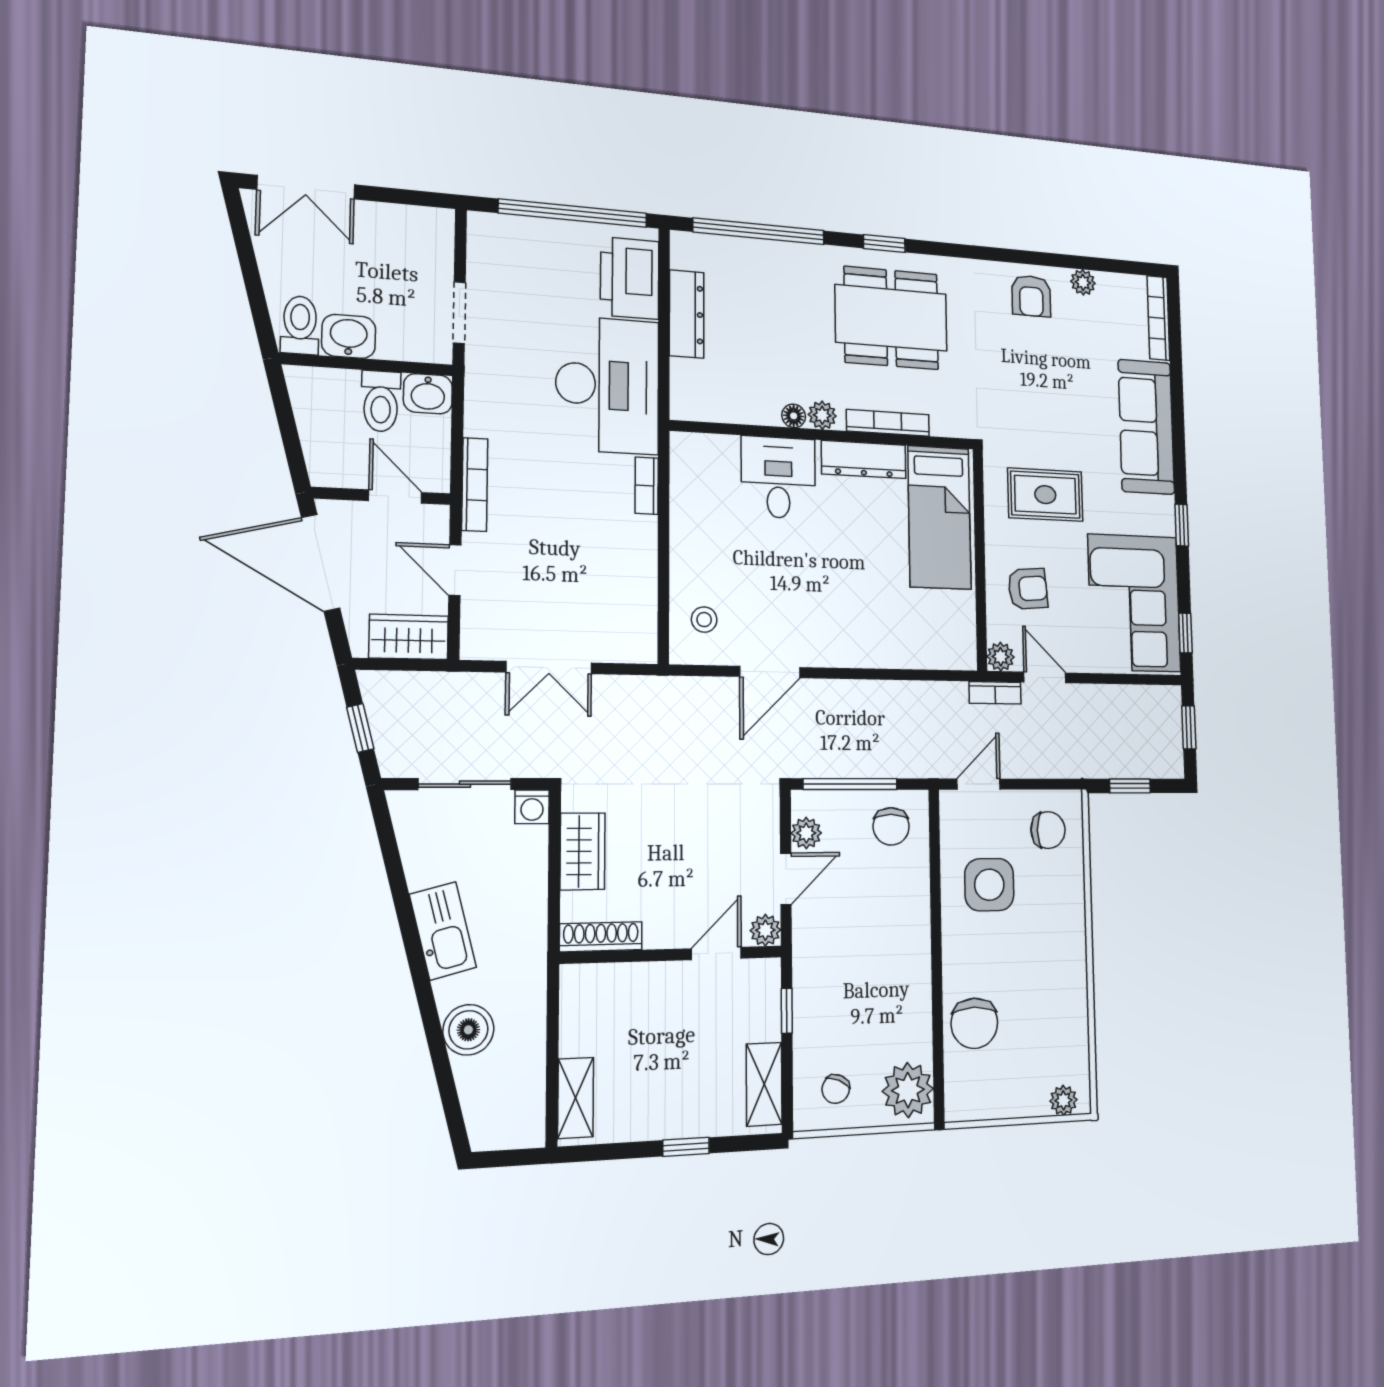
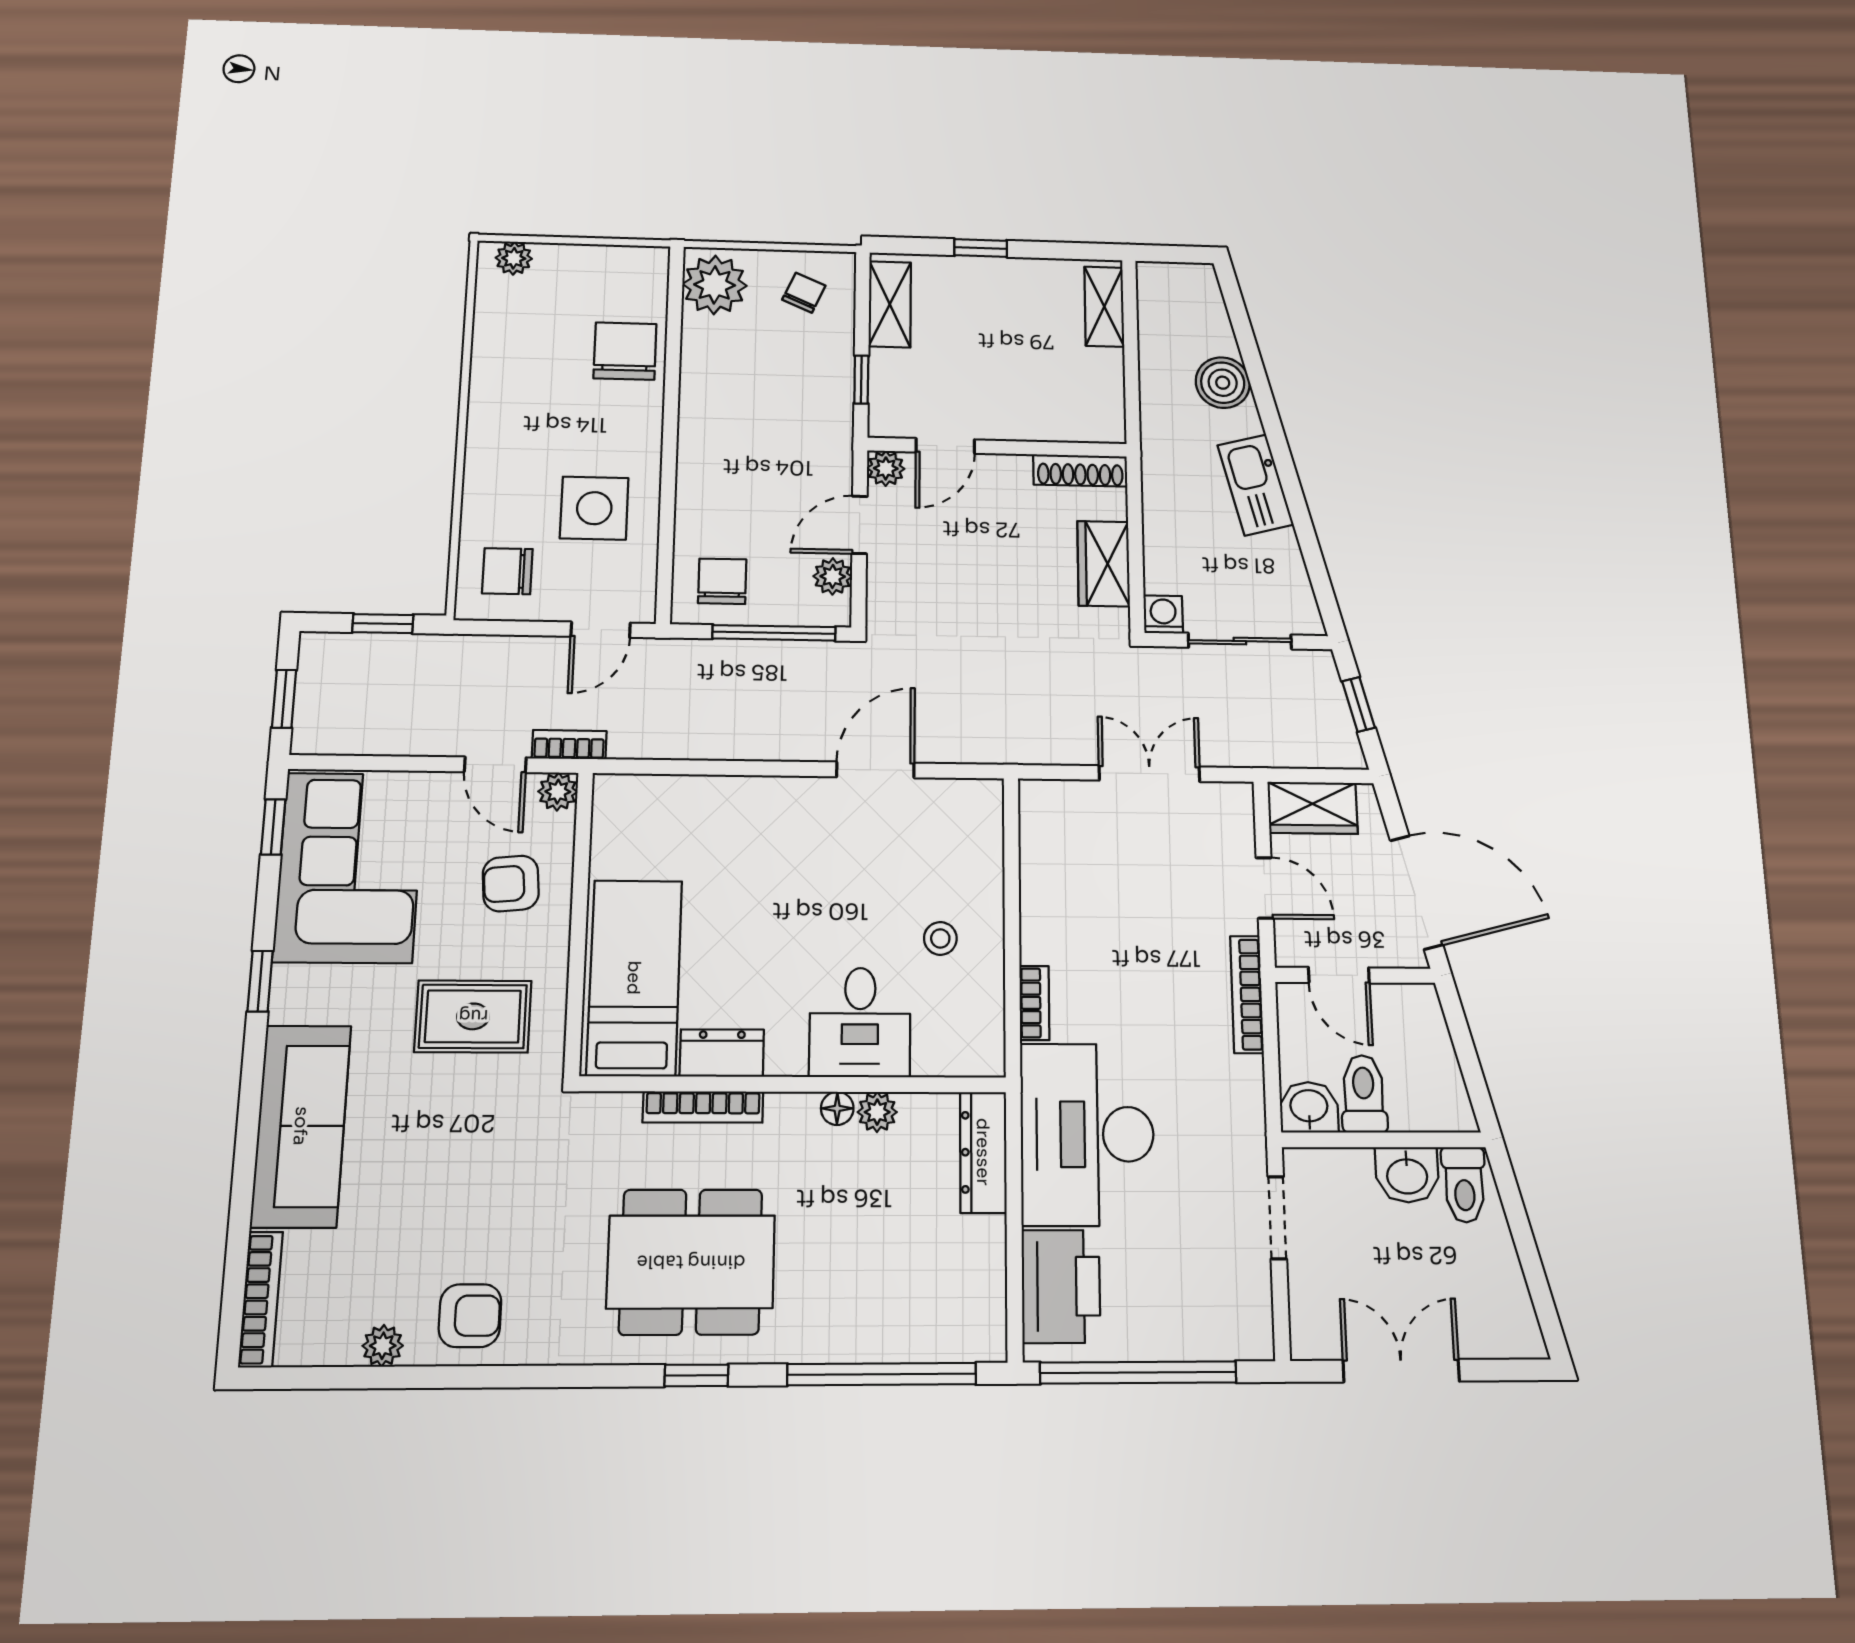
double door: (306, 187) -> (1401, 1371), moved
armchair: (1031, 296) -> (470, 1316), turned 90
dresser: (687, 314) -> (983, 1152), moved
plant: (822, 415) -> (877, 1112), moved
dresser: (864, 460) -> (722, 1053), width x0.70
stool: (704, 620) -> (940, 938), moved

